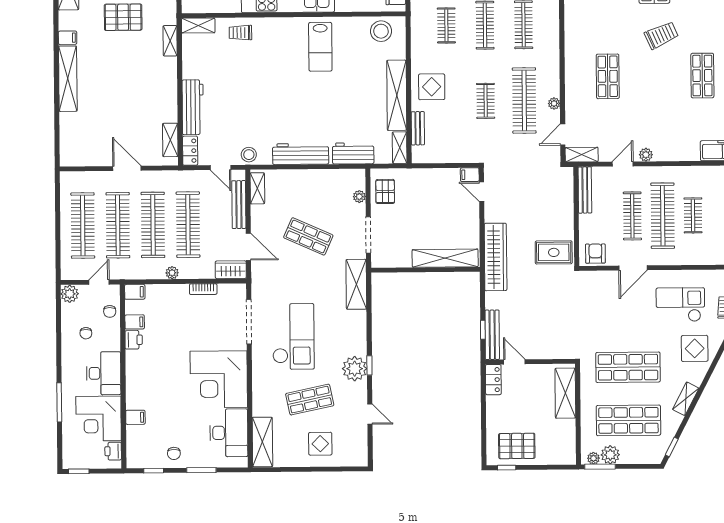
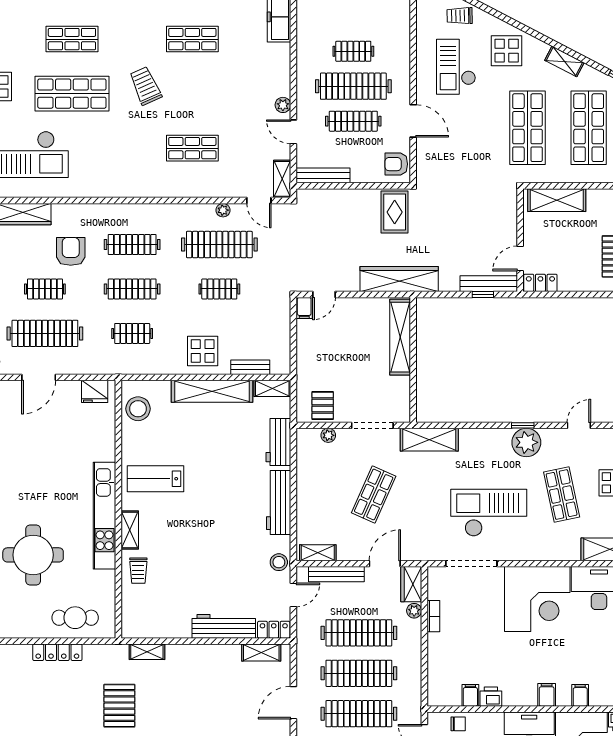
shelving: (198, 26) -> (130, 530), moved
lab bench: (320, 47) -> (155, 479), turned 180
pallet: (385, 191) -> (323, 405), turned 90
plant: (172, 273) -> (414, 611), moved
filing cabinet: (135, 292) -> (547, 695), moved

